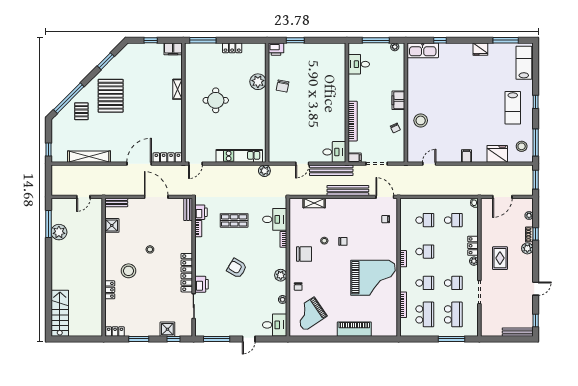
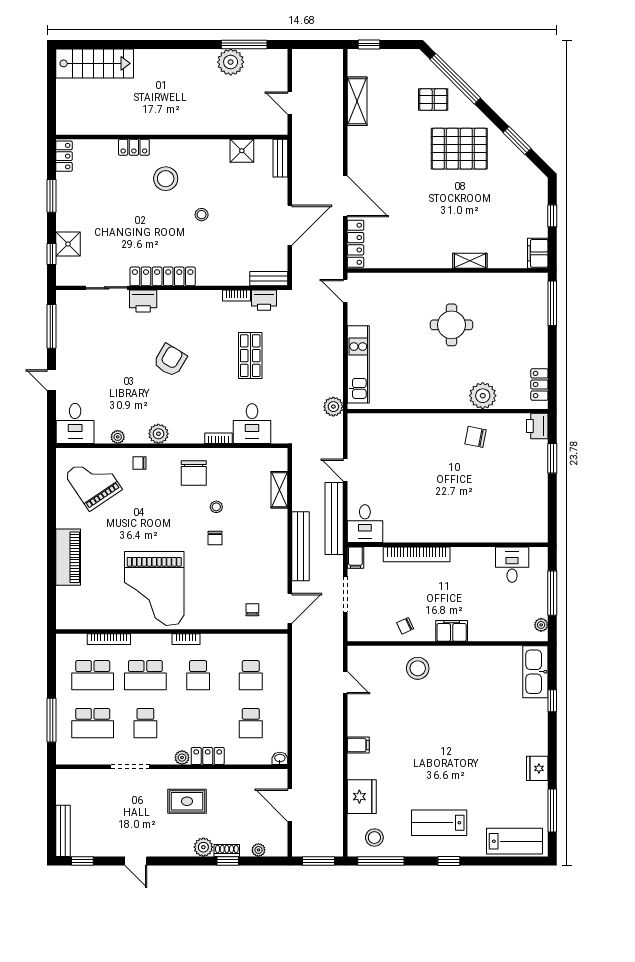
locker: (232, 48) -> (539, 385), moved
shelving: (89, 157) -> (357, 101), width x0.68
school desk: (425, 283) -> (145, 675), width x1.85

